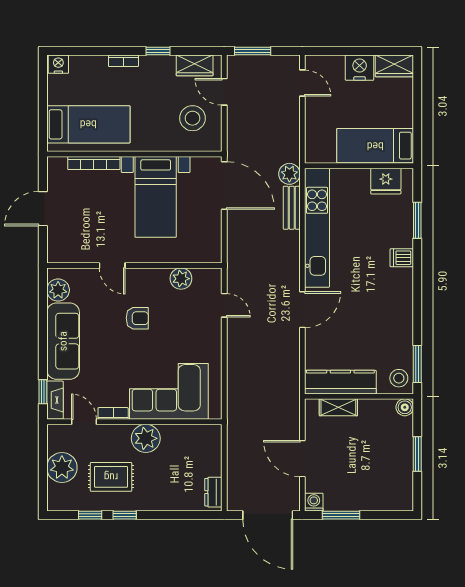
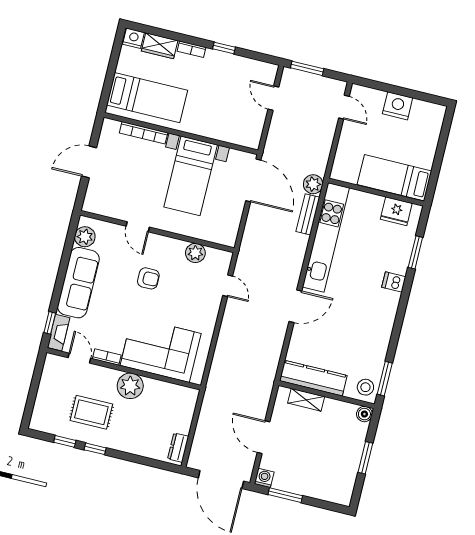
wardrobe: (195, 65) -> (160, 46), moved
wardrobe: (394, 66) -> (428, 112), removed
stool: (193, 118) -> (240, 115), removed
plant: (62, 468) -> (50, 394), removed

